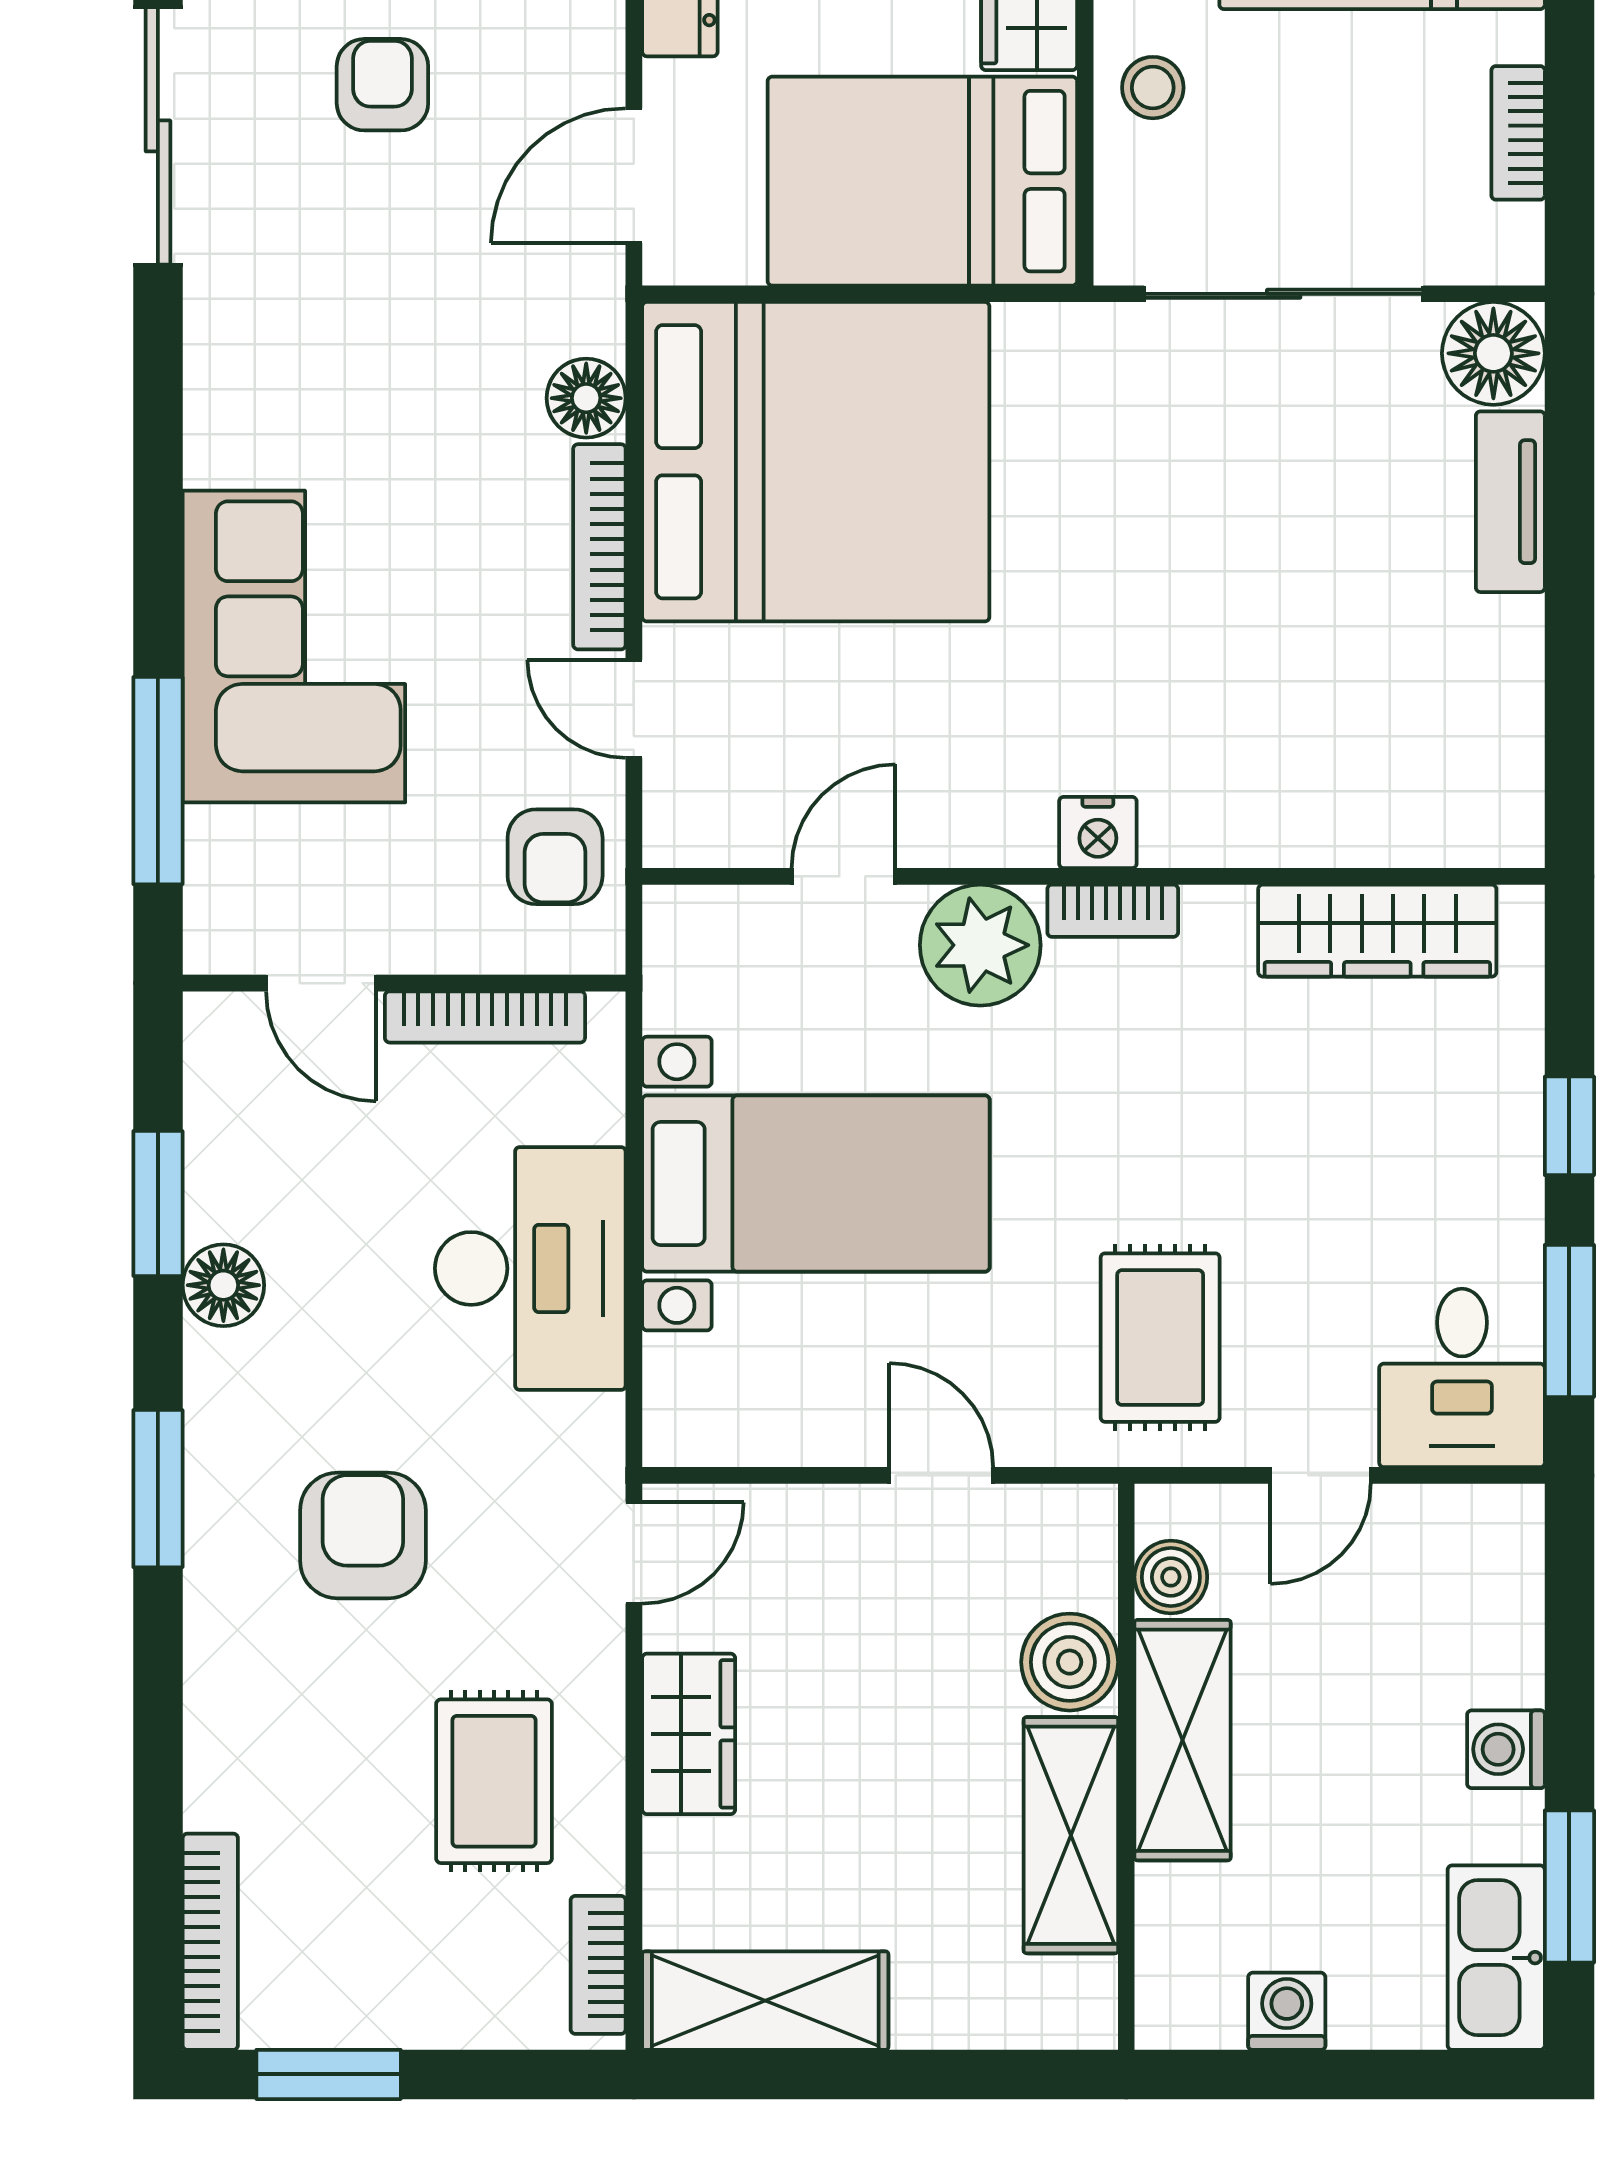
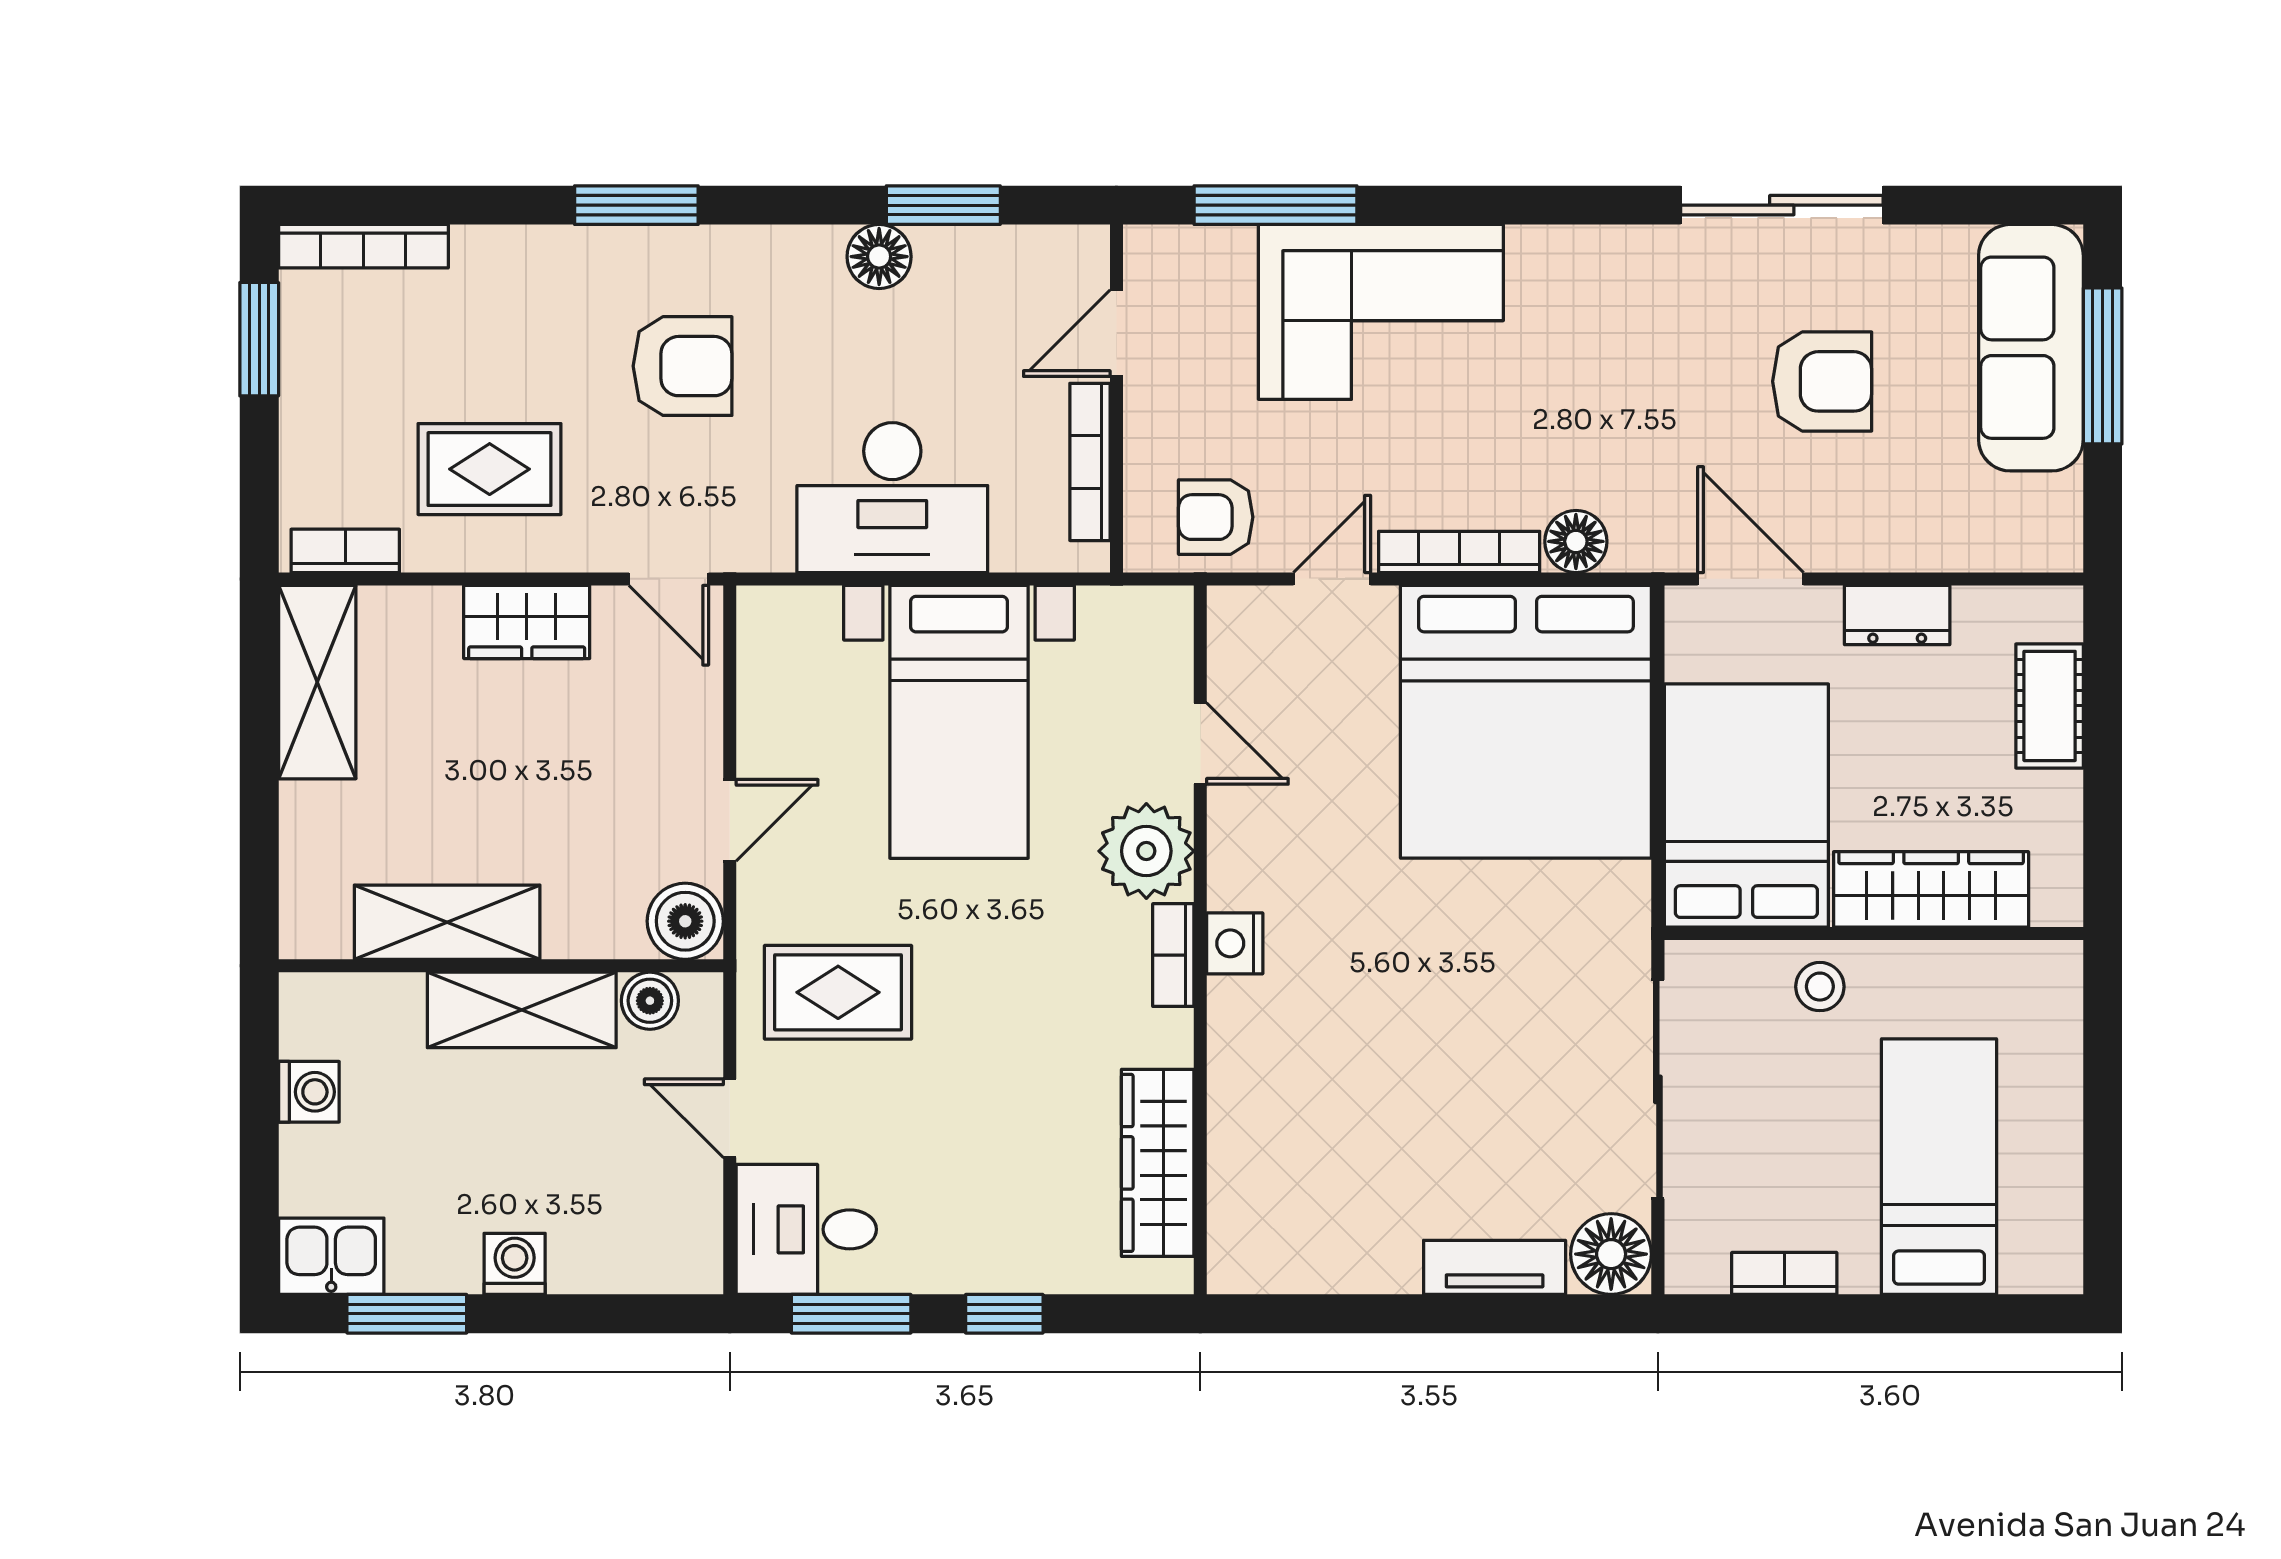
armchair: (382, 85) -> (1822, 381), width x1.38, depth x1.38
window: (158, 1489) -> (636, 205), moved
boiler: (1070, 1662) -> (685, 921), moved
kitchen sink: (1496, 1958) -> (331, 1256), width x0.73

